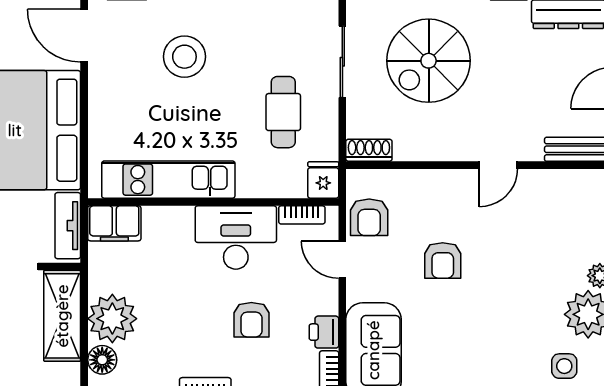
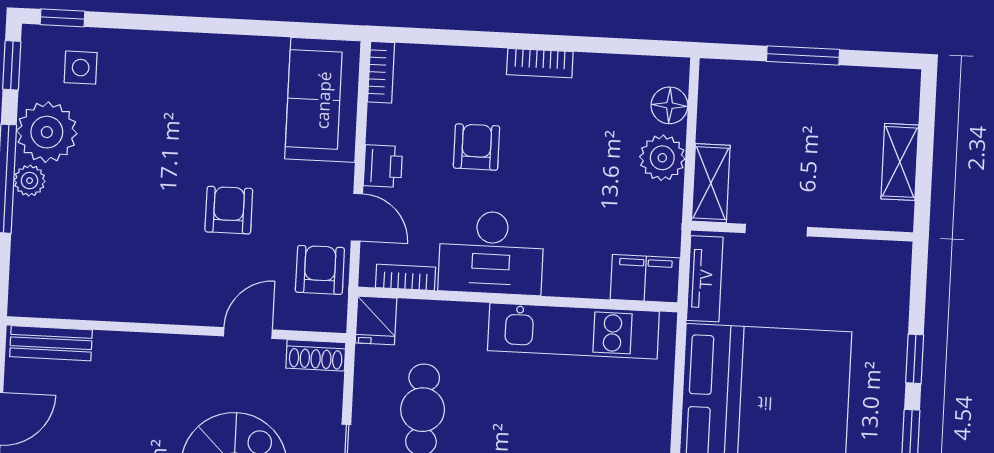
door: (498, 165) -> (248, 333), moved
shelving: (62, 316) -> (711, 183), width x0.67, depth x0.75
plant: (112, 319) -> (662, 158), width x0.73, depth x0.73
printer: (324, 332) -> (383, 166), moved

